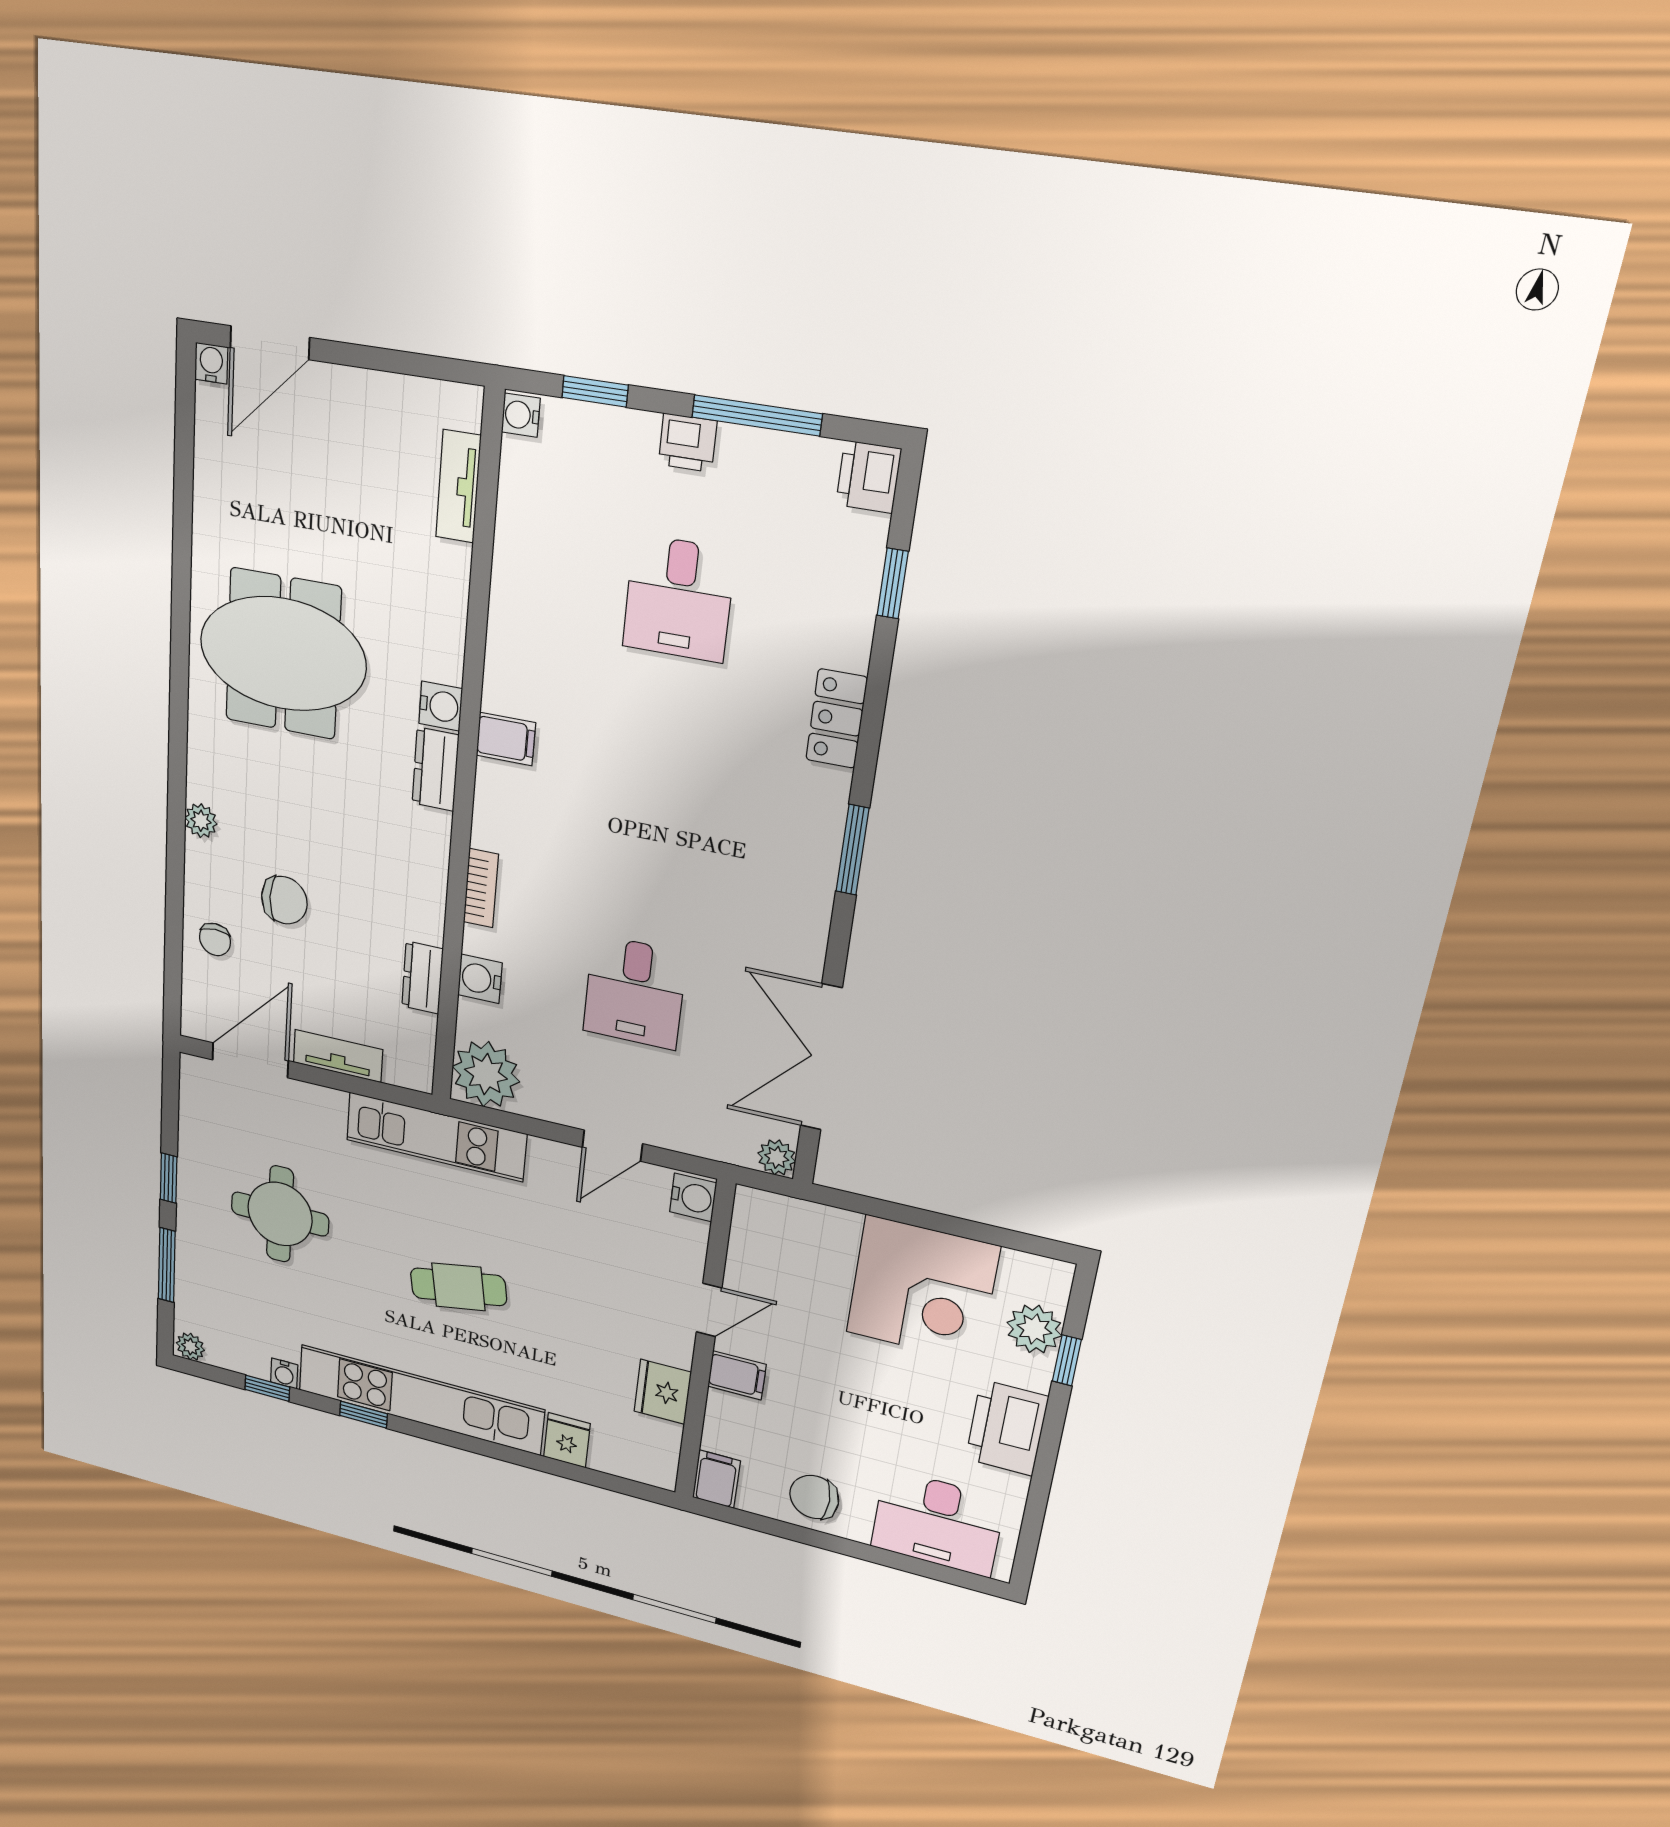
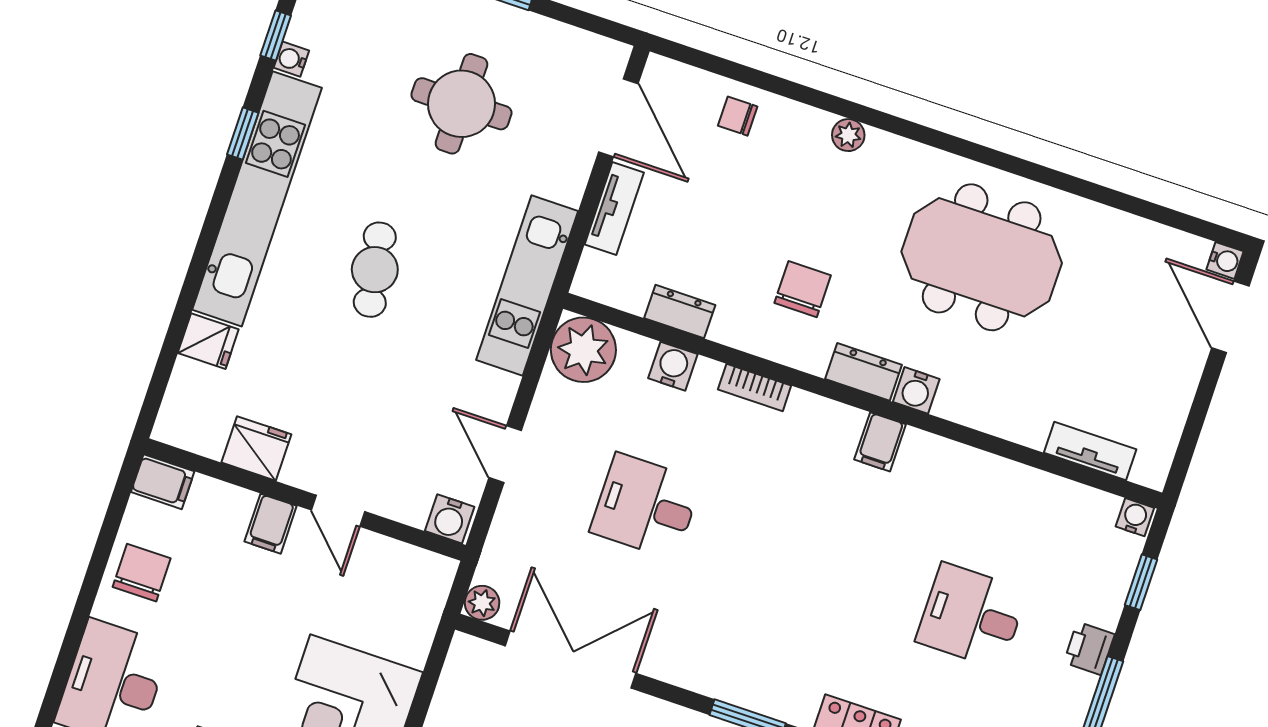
meeting table: (283, 654) -> (982, 257), turned 90
chair: (284, 900) -> (803, 289), moved, turned 180

